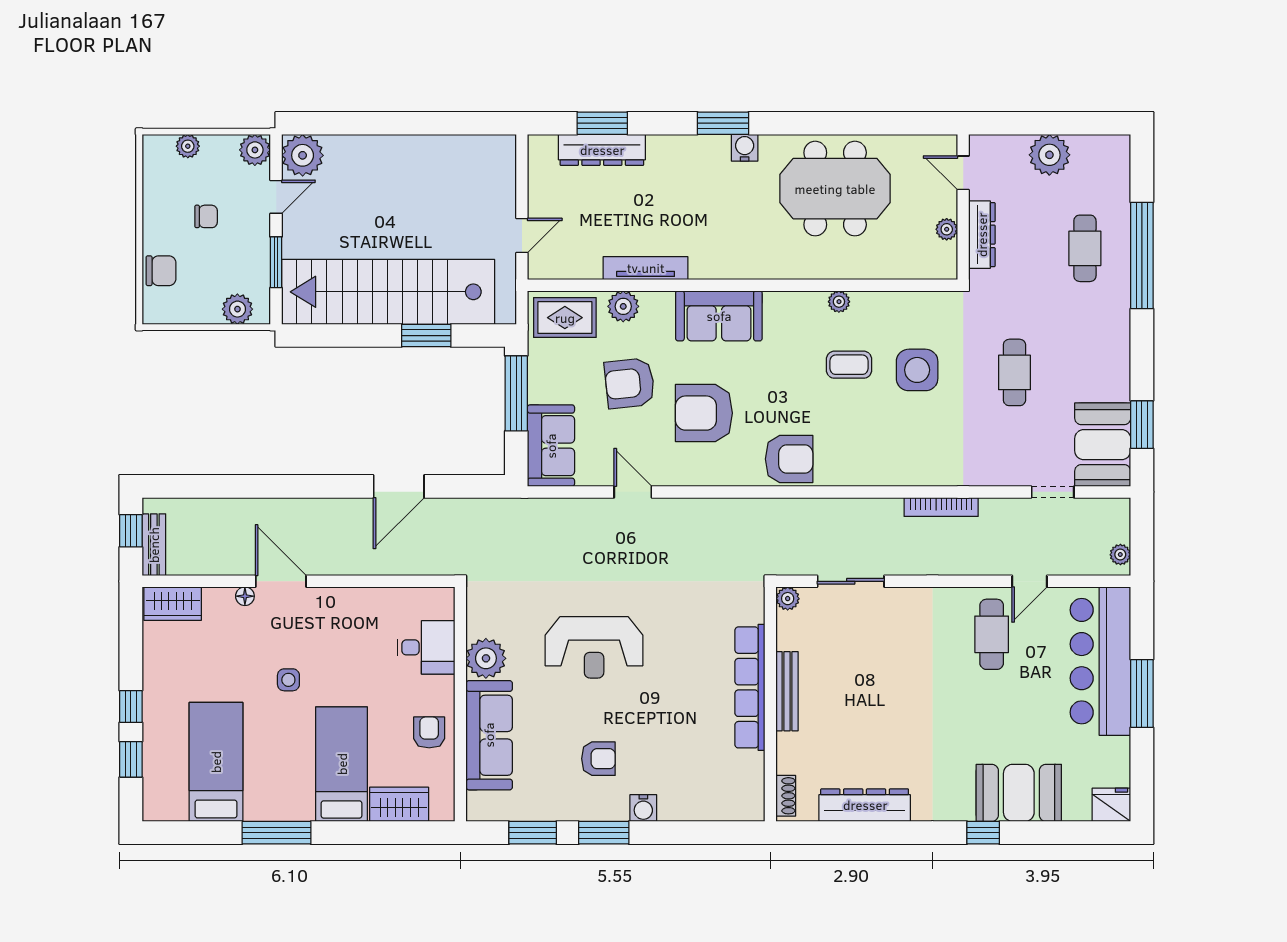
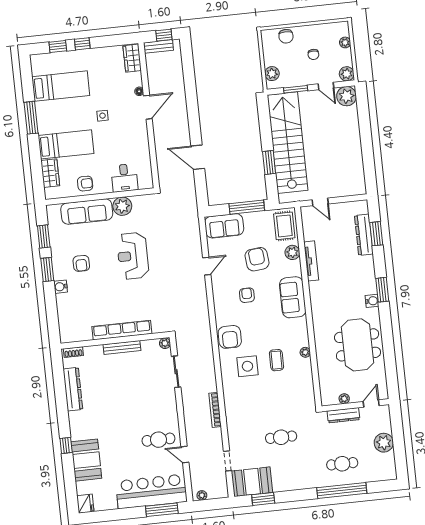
side table: (917, 370) -> (247, 366), moved
armchair: (704, 413) -> (247, 295), width x0.53, depth x0.53
window: (1142, 693) -> (162, 510), moved

